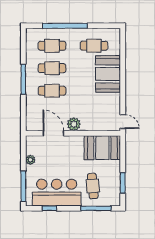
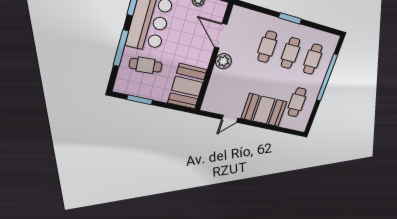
window: (23, 79) -> (290, 18), width x0.69
door: (123, 122) -> (230, 119), moved
door: (53, 133) -> (221, 36), swing flipped
window: (96, 208) -> (121, 48), moved

